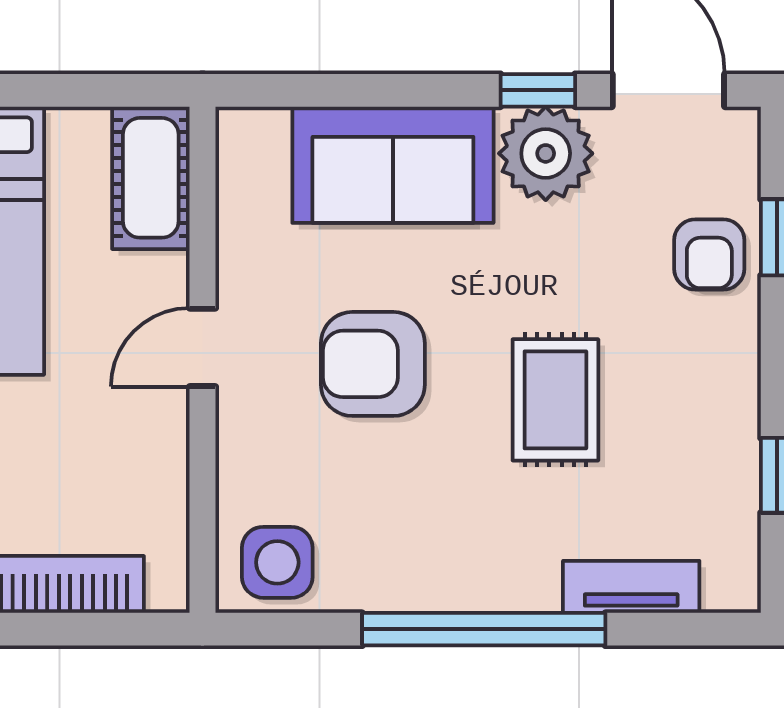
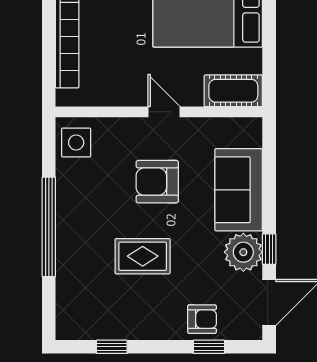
armchair: (709, 255) -> (202, 319), turned 180
armchair: (373, 364) -> (157, 182), turned -90
tv unit: (631, 587) -> (66, 287), removed

